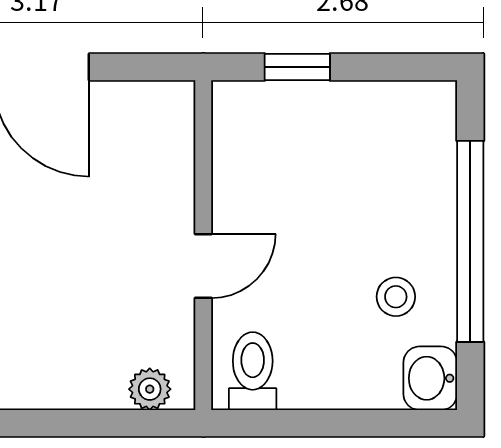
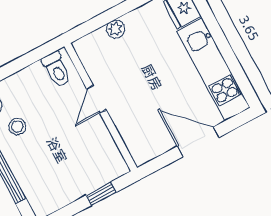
plant: (150, 389) -> (116, 29), moved

